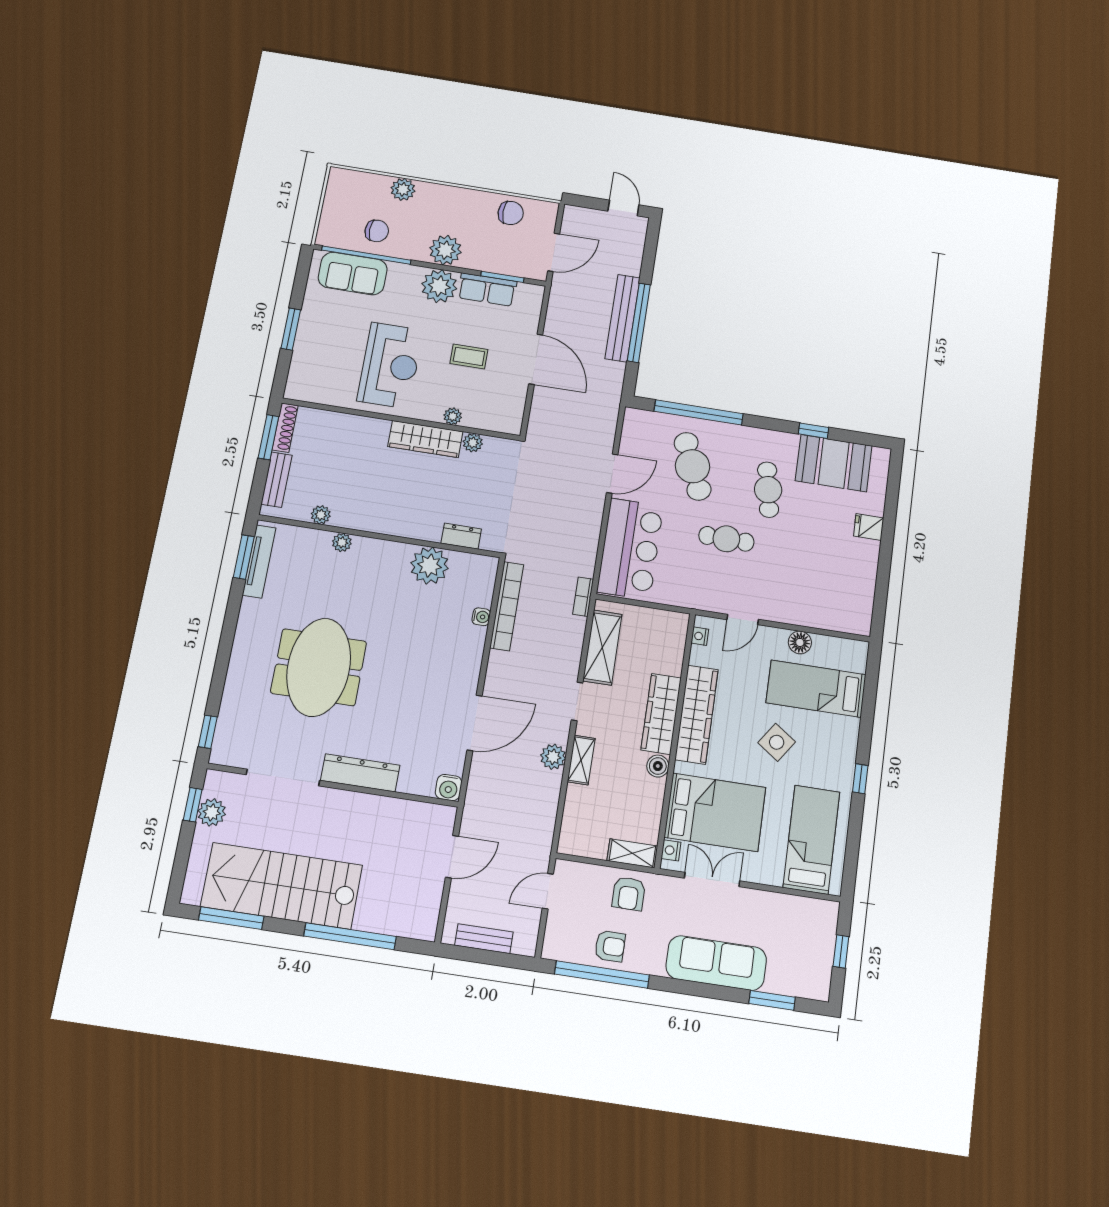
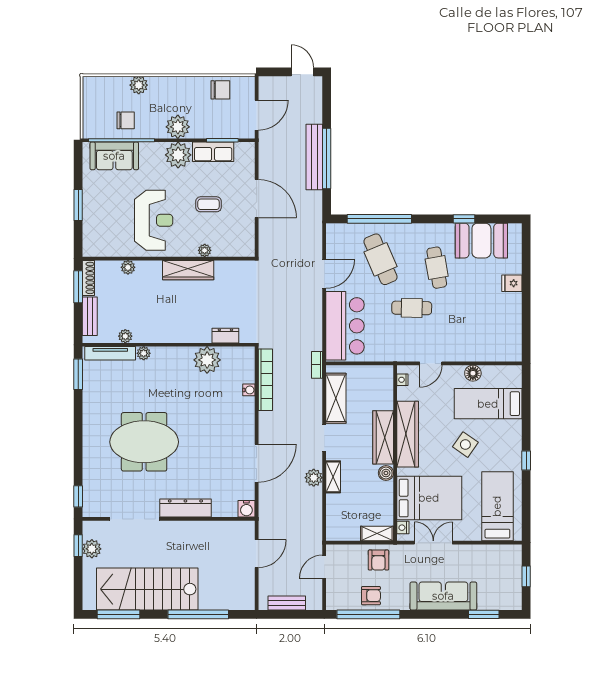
plant: (473, 443) -> (128, 267), moved
tv unit: (259, 562) -> (110, 353), moved, turned 90
meeting table: (319, 667) -> (144, 442), turned 90

